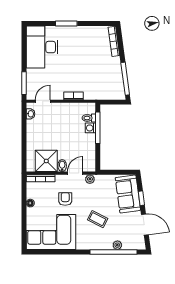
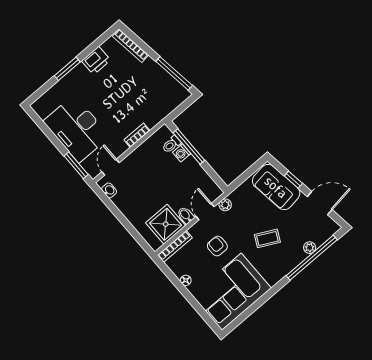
printer: (87, 33) -> (96, 60), added
desk: (42, 47) -> (77, 129), moved

